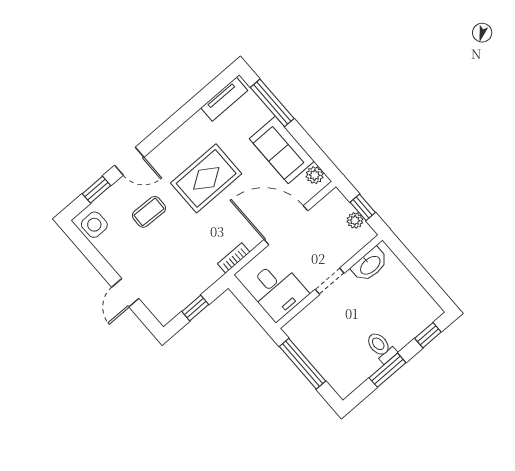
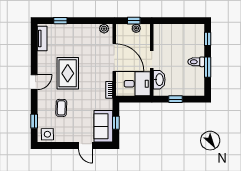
window: (272, 103) -> (60, 21), width x0.46
sofa: (282, 150) -> (103, 126), moved, turned 90
door: (129, 161) -> (34, 82), moved
door: (286, 225) -> (114, 58), swing flipped
washbasin: (370, 265) -> (159, 80), moved
window: (303, 364) -> (176, 99), width x0.46

